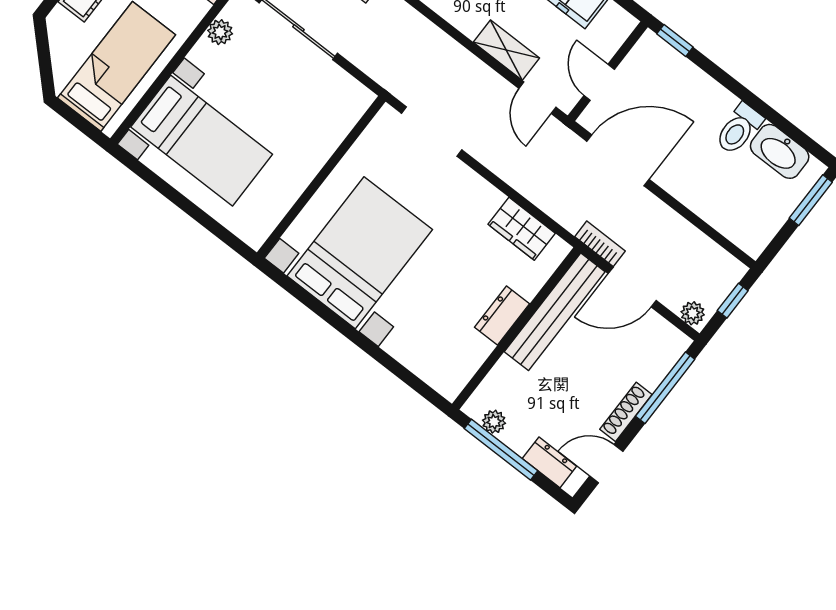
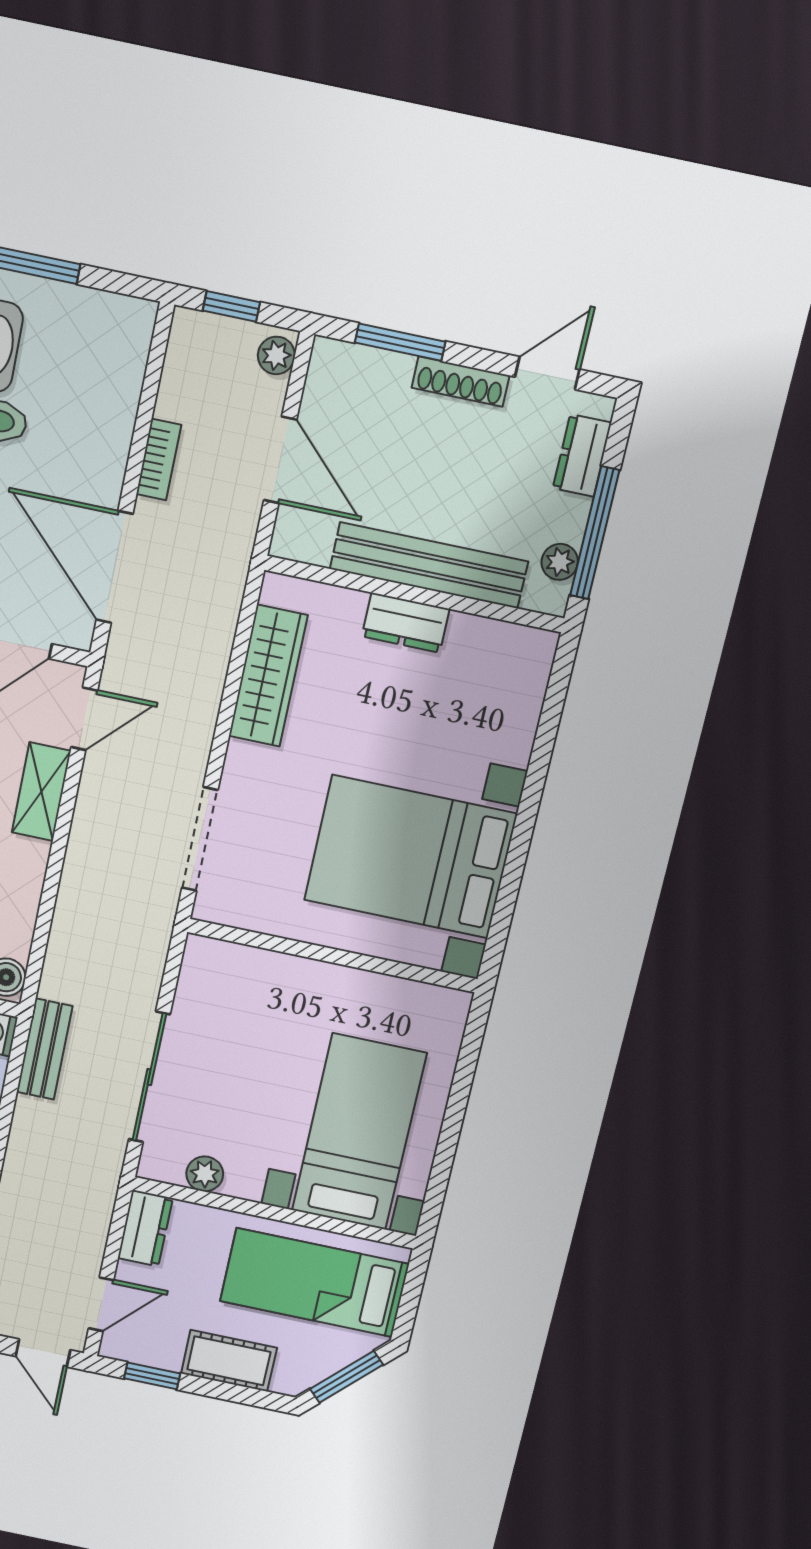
window: (44, 57) -> (347, 1377), added
wardrobe: (522, 229) -> (268, 676), width x1.50
bookcase: (600, 244) -> (159, 459), moved, turned 180
bench: (555, 312) -> (429, 565), moved
window: (665, 388) -> (400, 342), width x0.69
door: (606, 464) -> (547, 373), swing flipped

